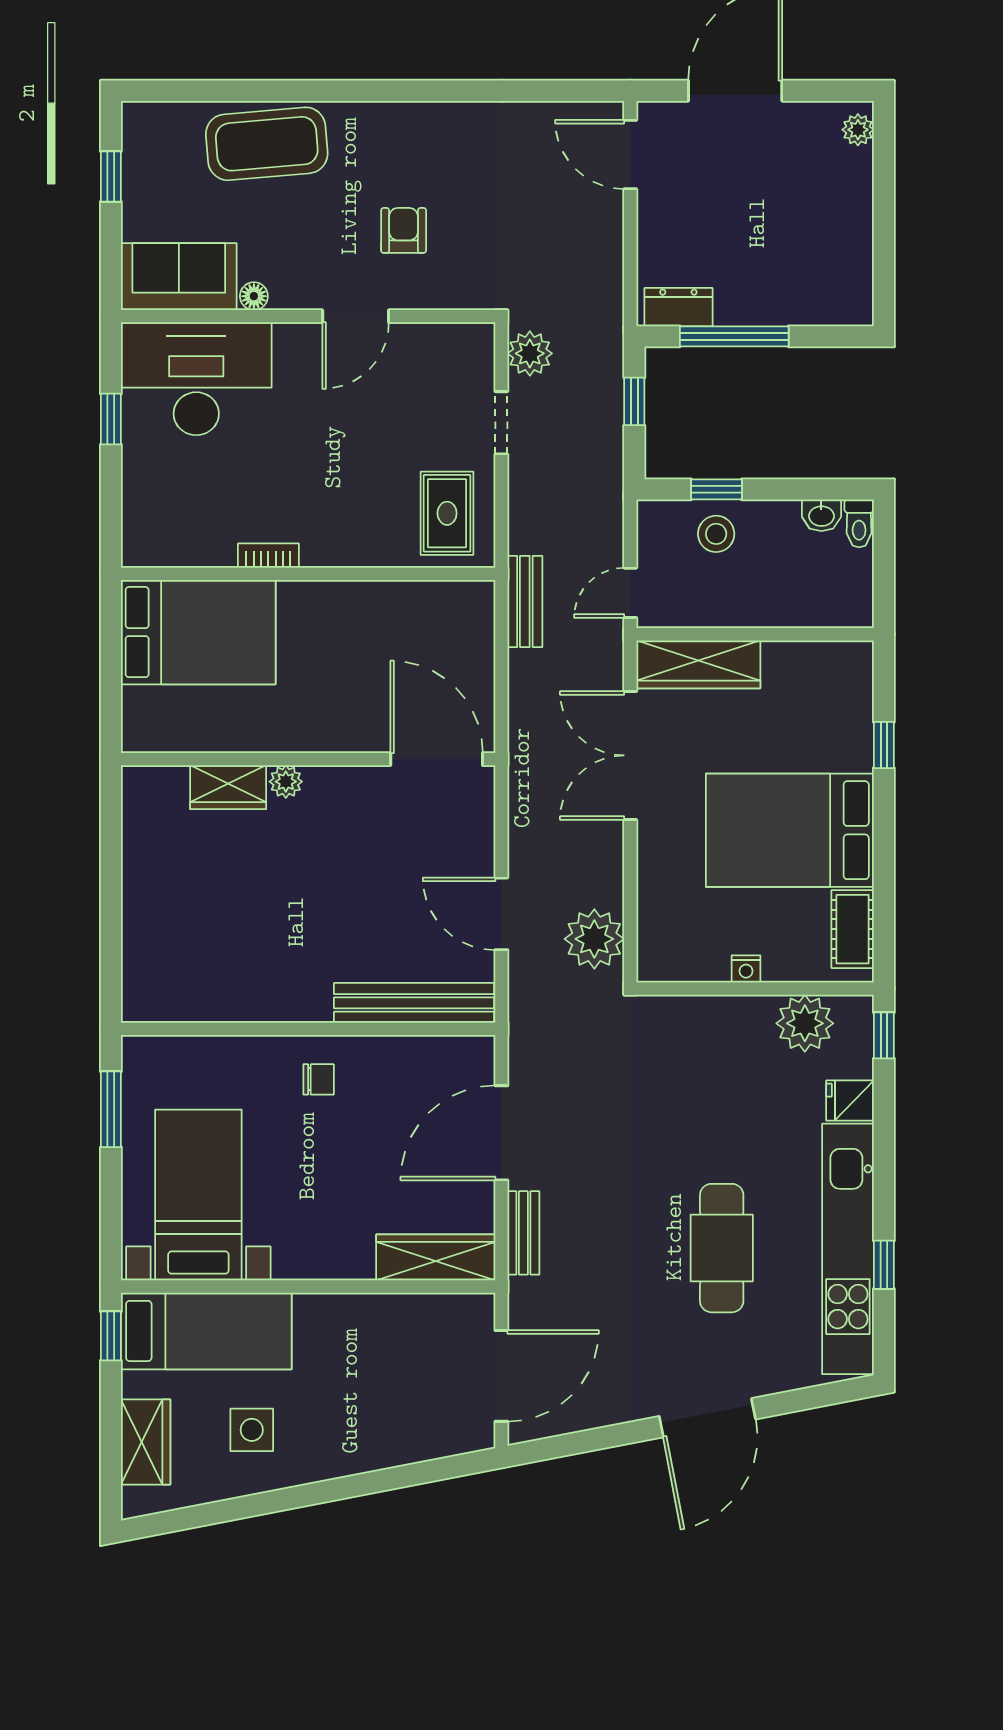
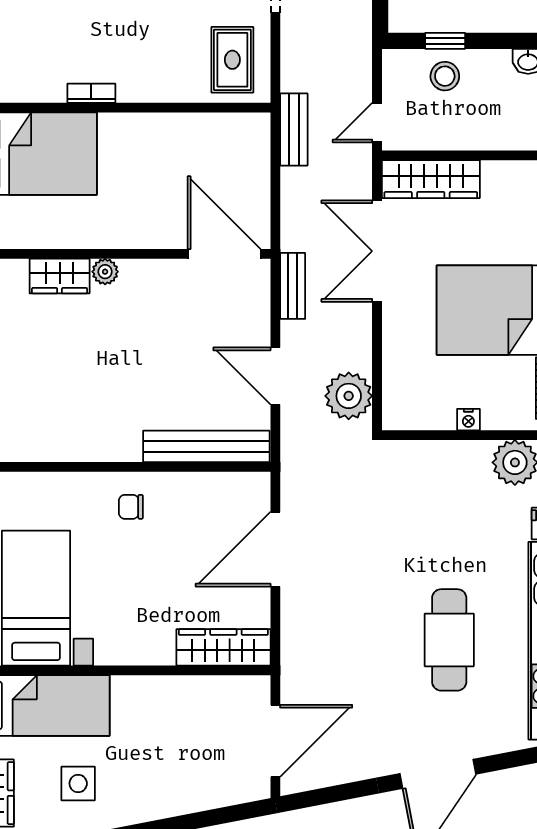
chair: (319, 1079) -> (131, 507), turned 180
bench: (523, 1233) -> (293, 286), moved

